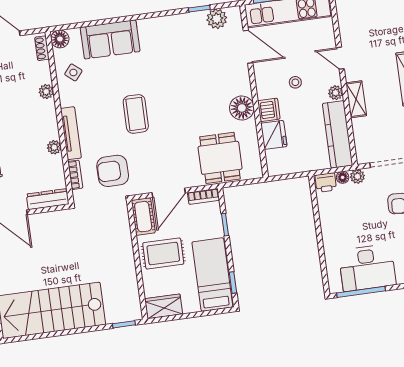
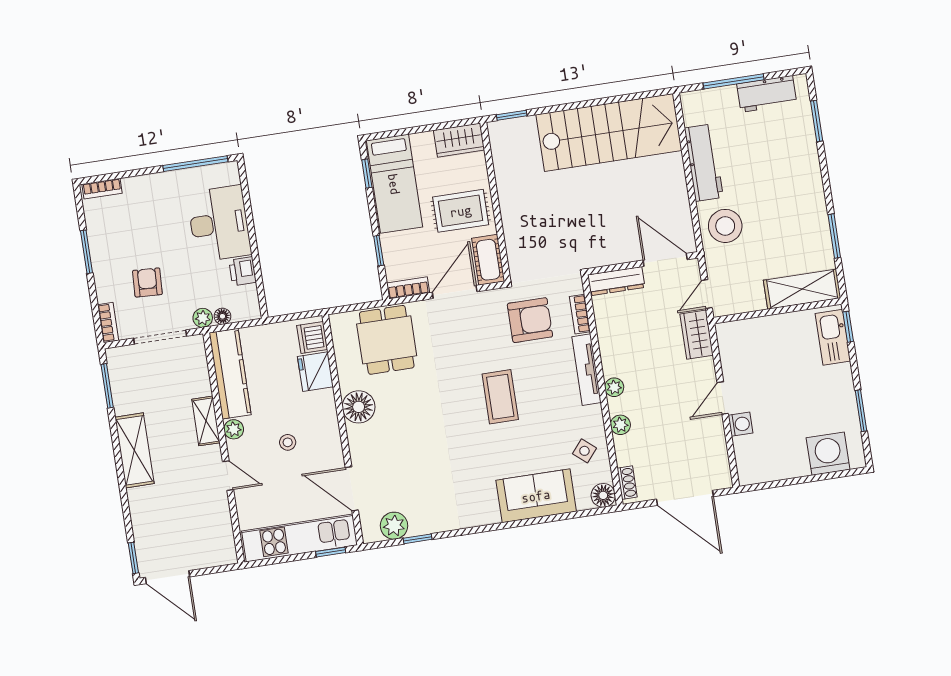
dishwasher: (269, 110) -> (312, 338), moved
plant: (54, 147) -> (614, 387), moved
printer: (326, 182) -> (243, 271), moved, turned -90
desk: (367, 268) -> (219, 224), moved, turned 90

